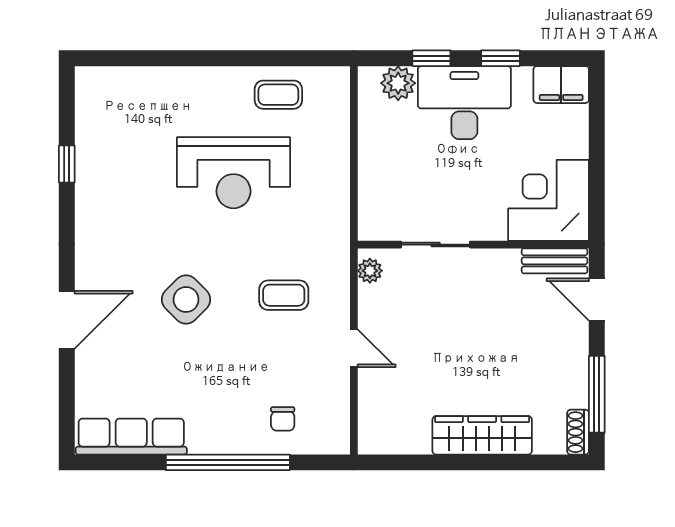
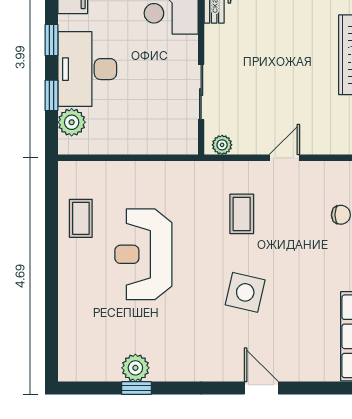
plant: (92, 163) -> (135, 368), added
reception desk: (233, 173) -> (143, 254), turned 180
side table: (186, 300) -> (245, 292), turned -32
door: (67, 320) -> (261, 388), width x0.73

